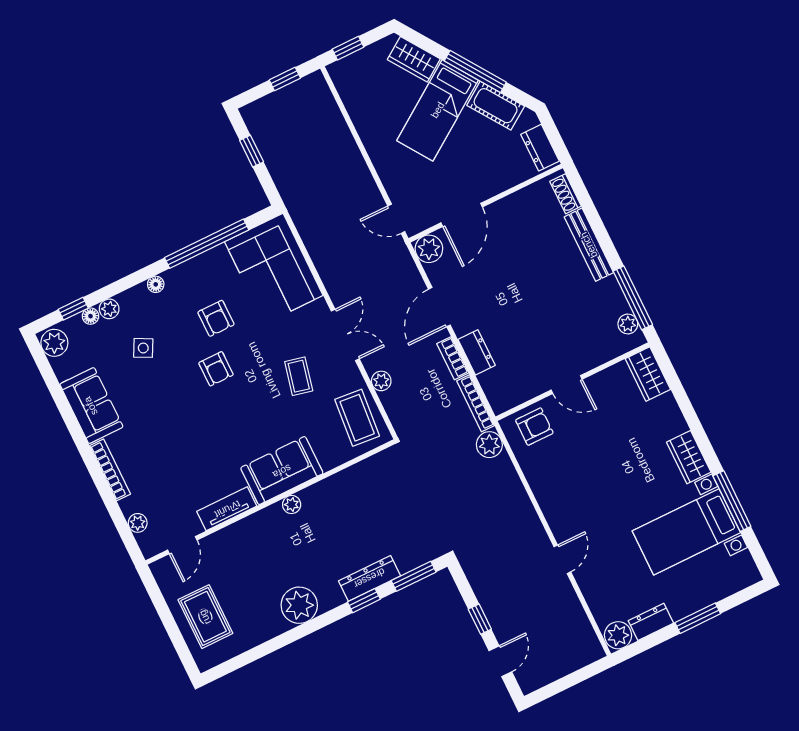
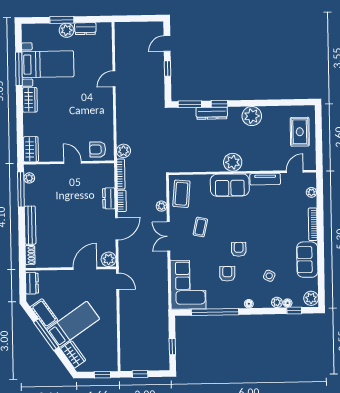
plant: (292, 505) -> (233, 162), width x1.88, depth x1.88
plant: (618, 635) -> (67, 30), moved

